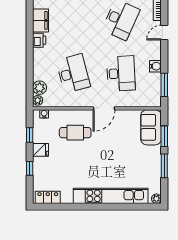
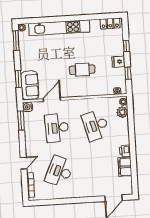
water cooler: (155, 66) -> (27, 107), moved
door: (104, 108) -> (52, 100), moved
cafe table: (75, 133) -> (82, 70), moved
window: (164, 166) -> (16, 41), moved

